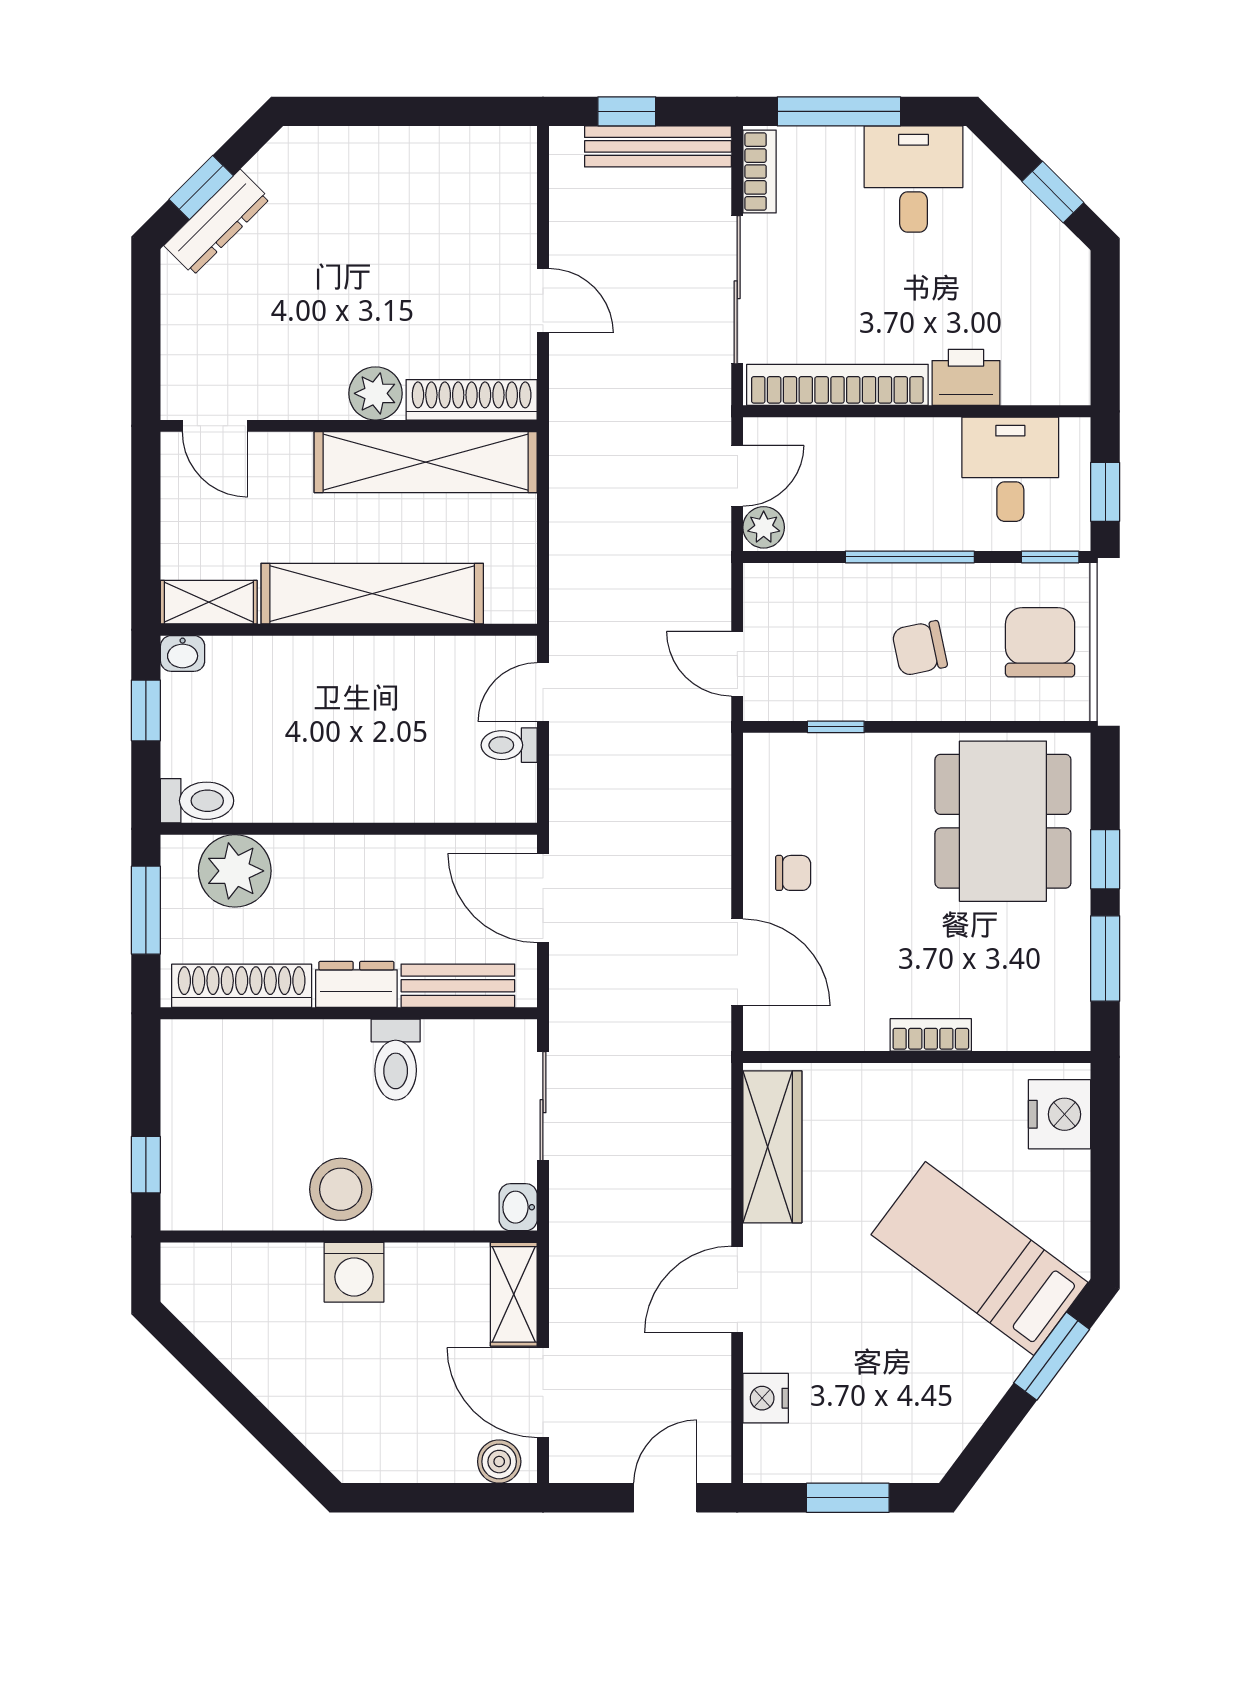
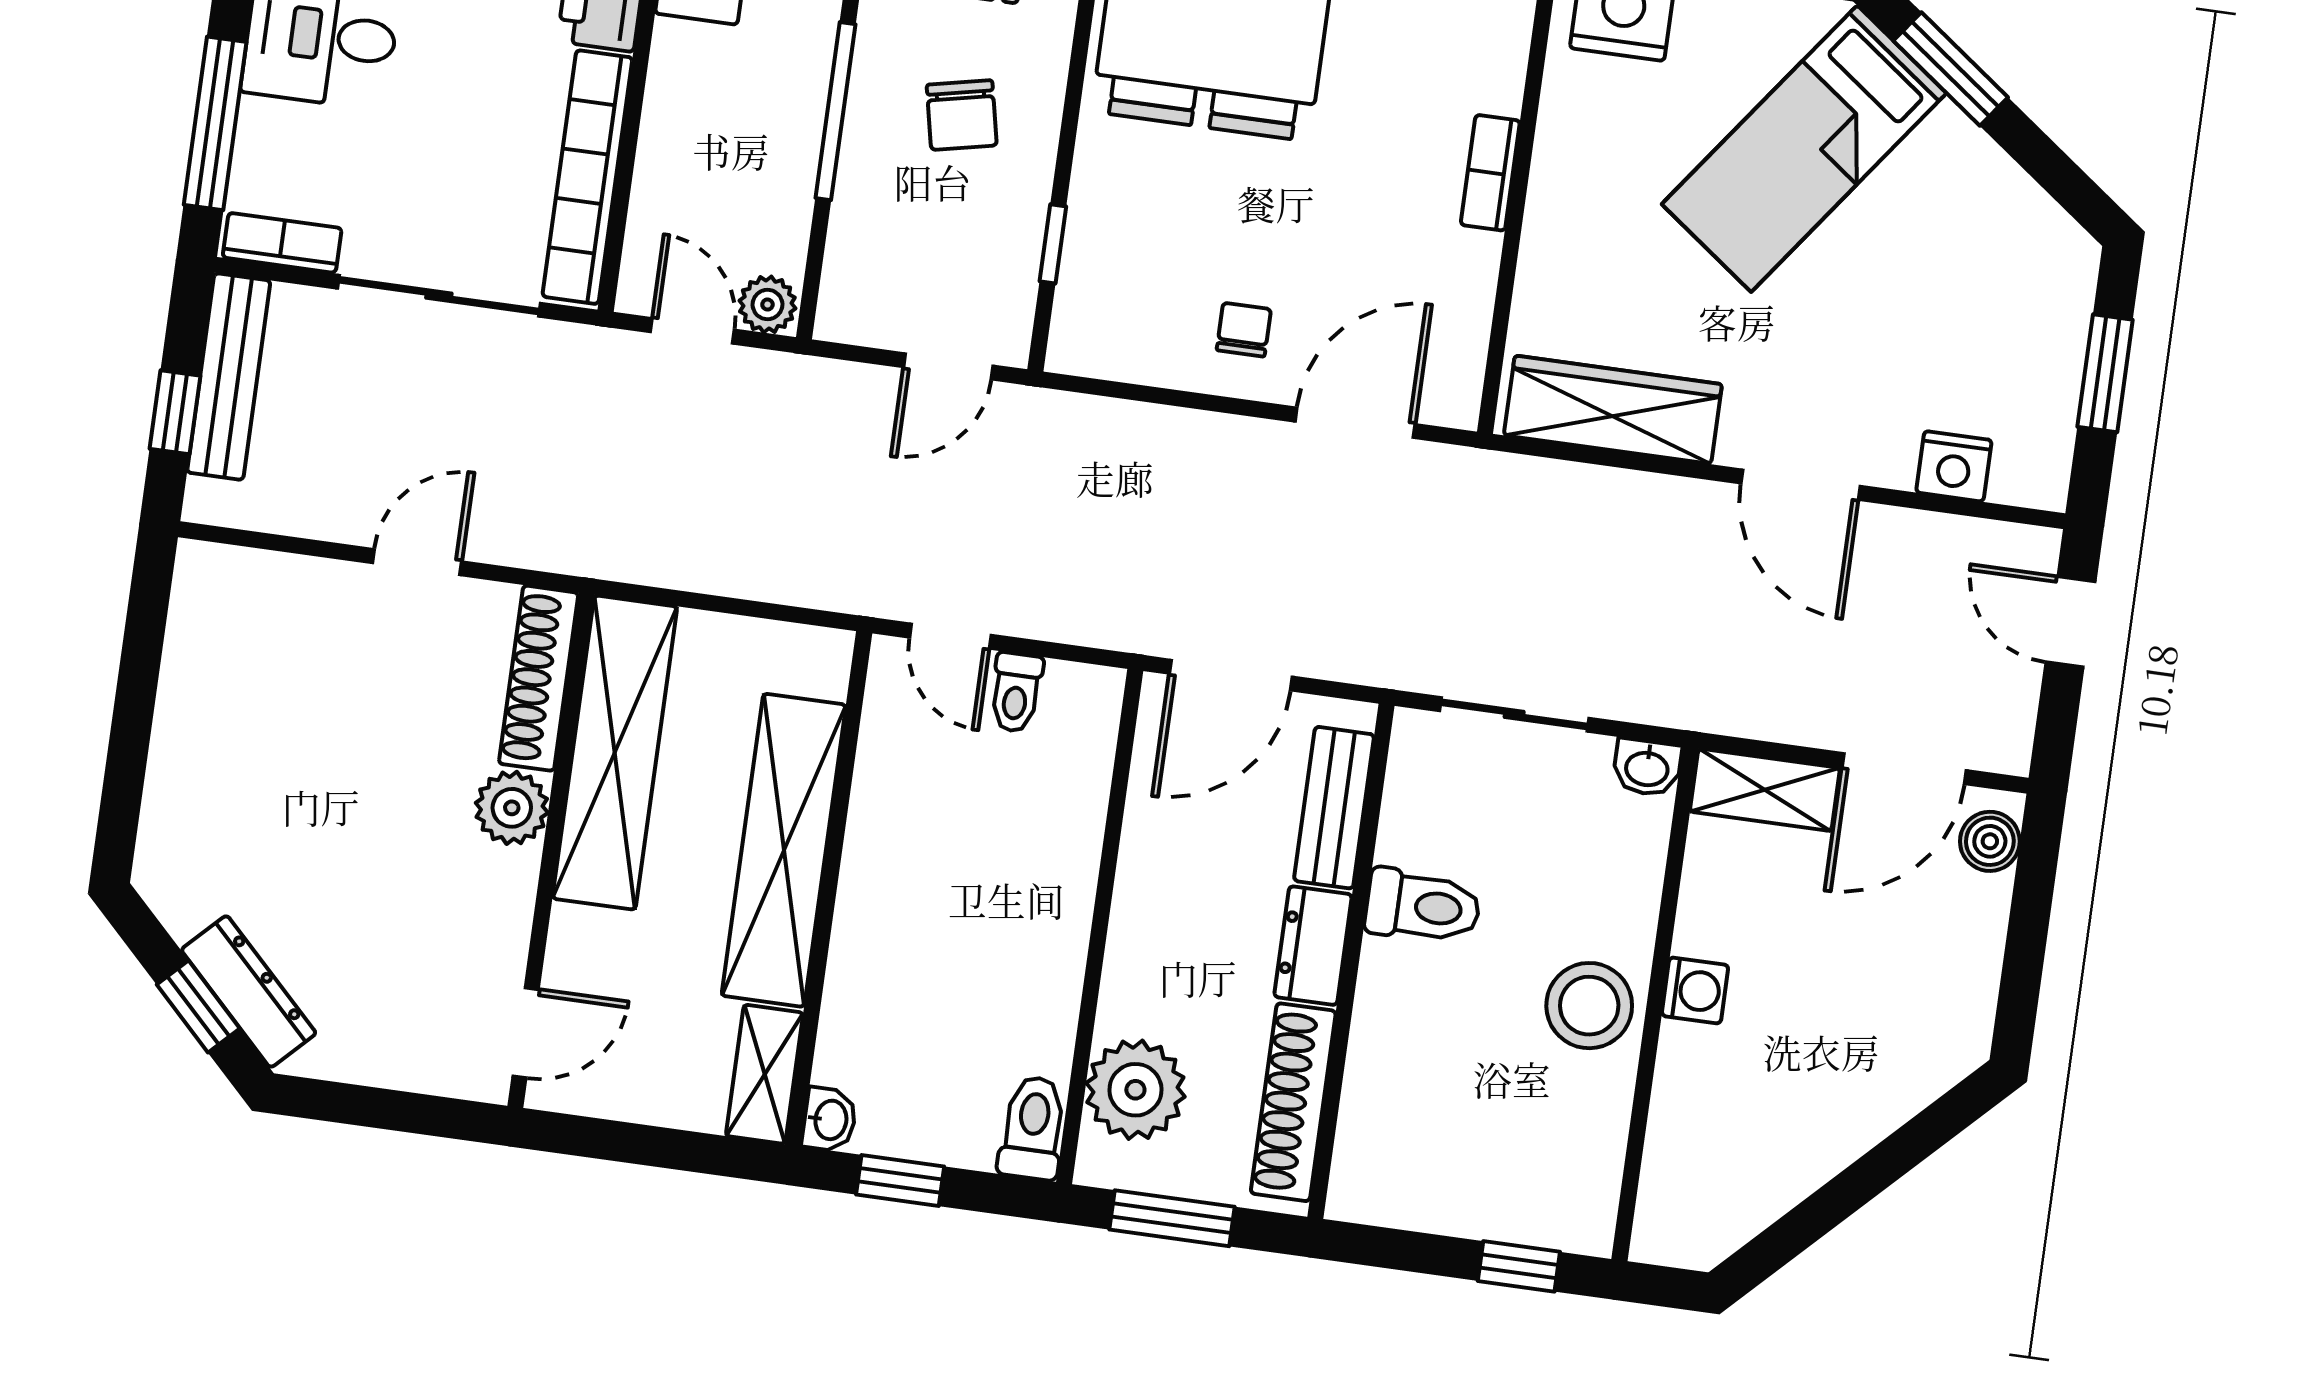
washing machine: (354, 1272) -> (1695, 990), width x0.73, depth x0.73

